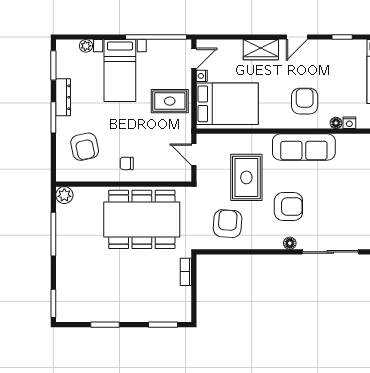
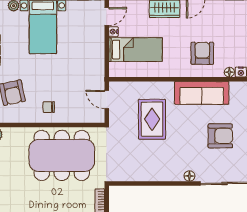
rug: (170, 101) -> (86, 53), removed
bed: (227, 104) -> (135, 50), width x0.67
armchair: (288, 207) -> (220, 136), moved
armchair: (228, 224) -> (136, 159), removed

